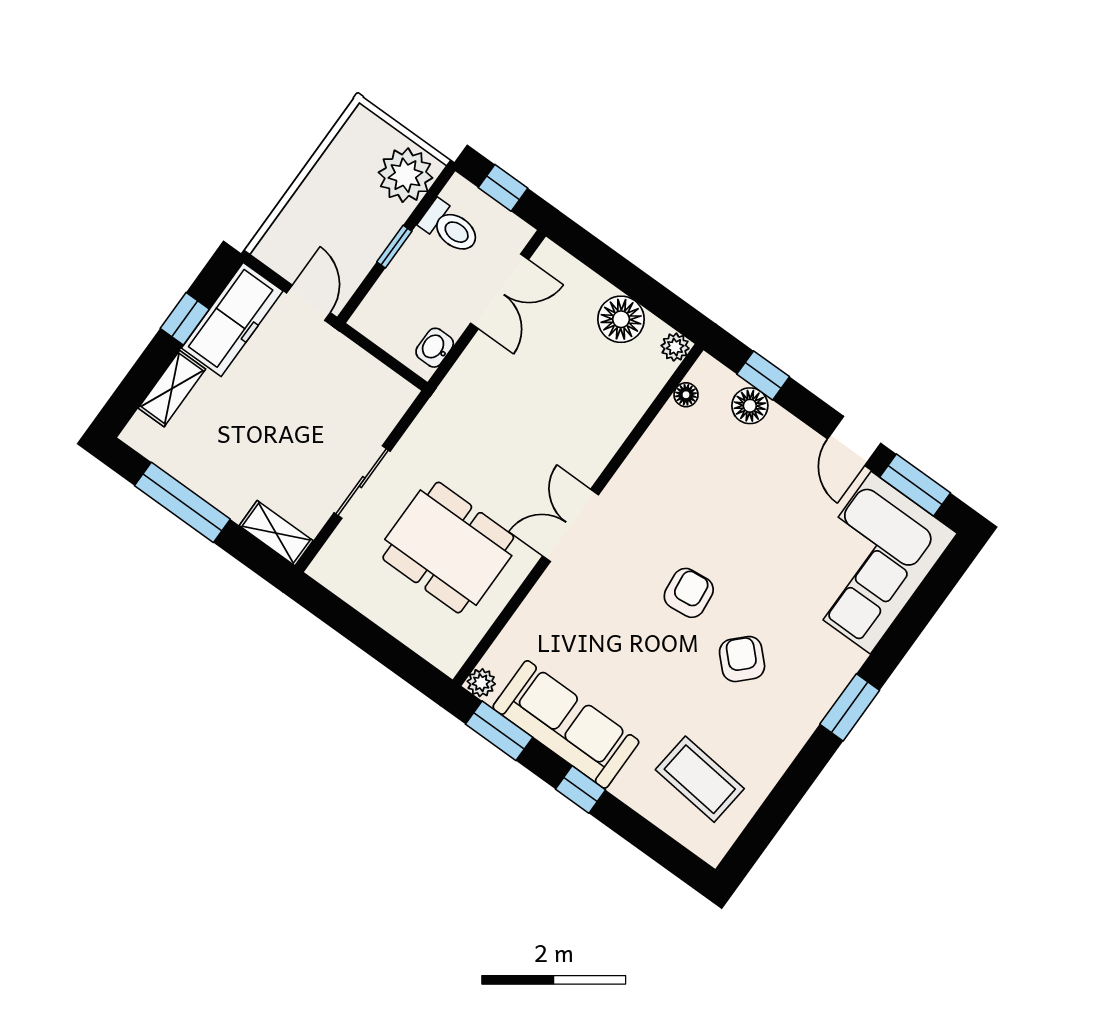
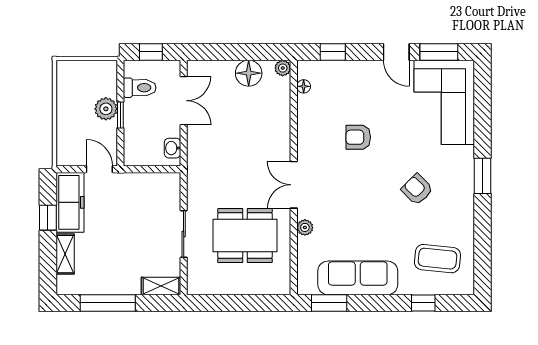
plant: (405, 175) -> (106, 109), moved, width x0.73, depth x0.73
floor lamp: (750, 406) -> (337, 70), removed
armchair: (689, 593) -> (358, 137), moved, turned -84
plant: (481, 683) -> (305, 227), moved
window: (580, 790) -> (423, 303), moved

